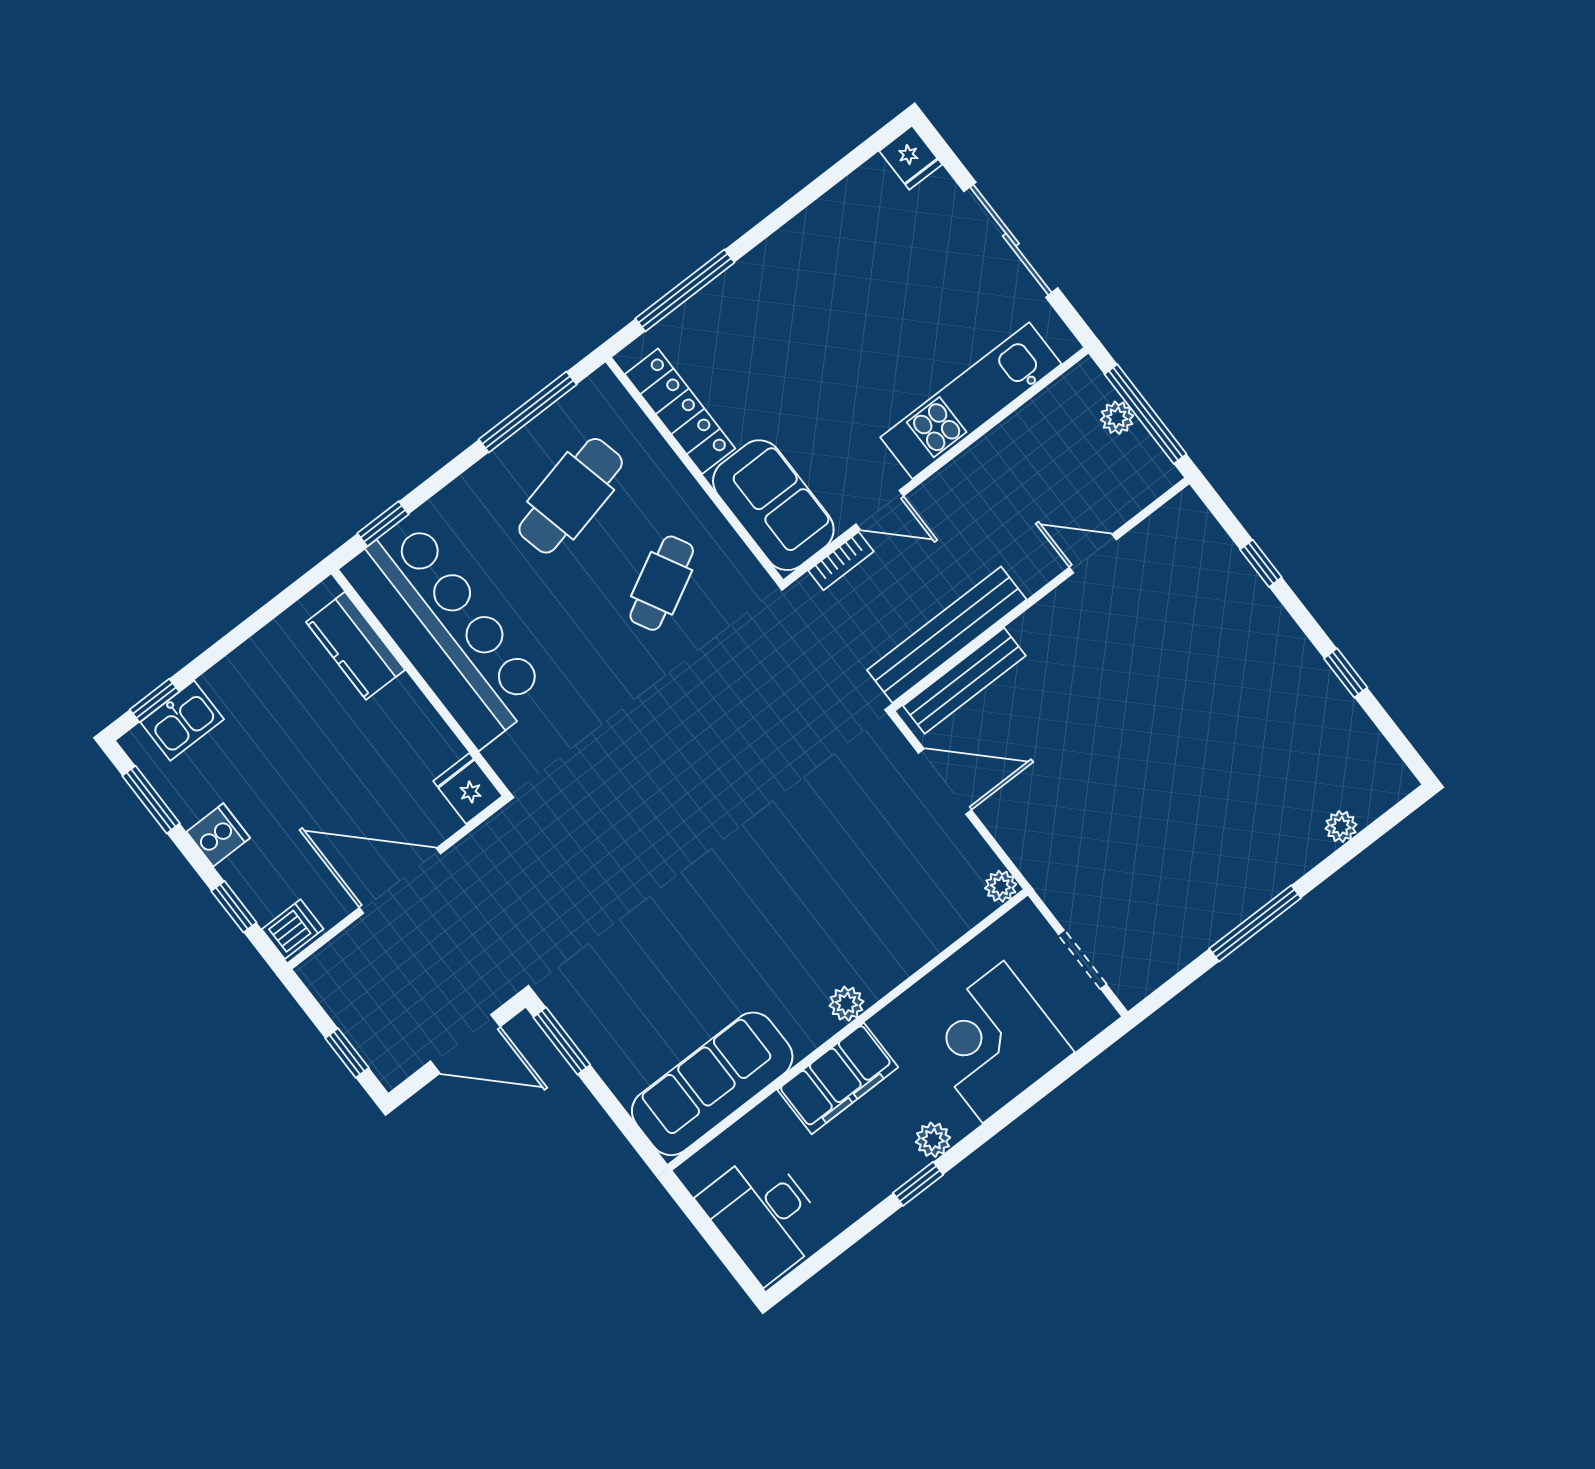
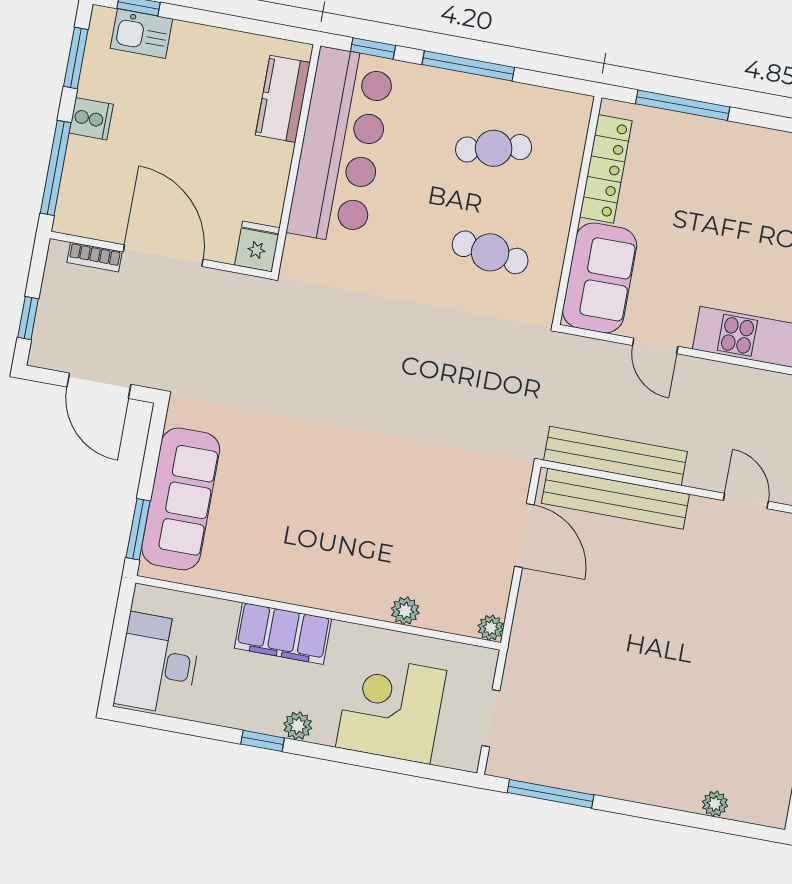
window: (528, 412) -> (468, 66), moved
cafe table: (571, 496) -> (494, 148), width x0.73, depth x0.74
bookcase: (841, 561) -> (95, 257), moved
cafe table: (662, 583) -> (490, 252), turned 36
bench: (964, 681) -> (615, 499), width x1.37, depth x1.21
window: (234, 907) -> (56, 168), width x2.17
window: (1255, 923) -> (551, 794), moved
dishwasher: (293, 929) -> (74, 216), removed
plant: (846, 1004) -> (405, 611), moved
window: (562, 1041) -> (138, 529), moved
sofa: (712, 1084) -> (181, 499), moved, turned 90

